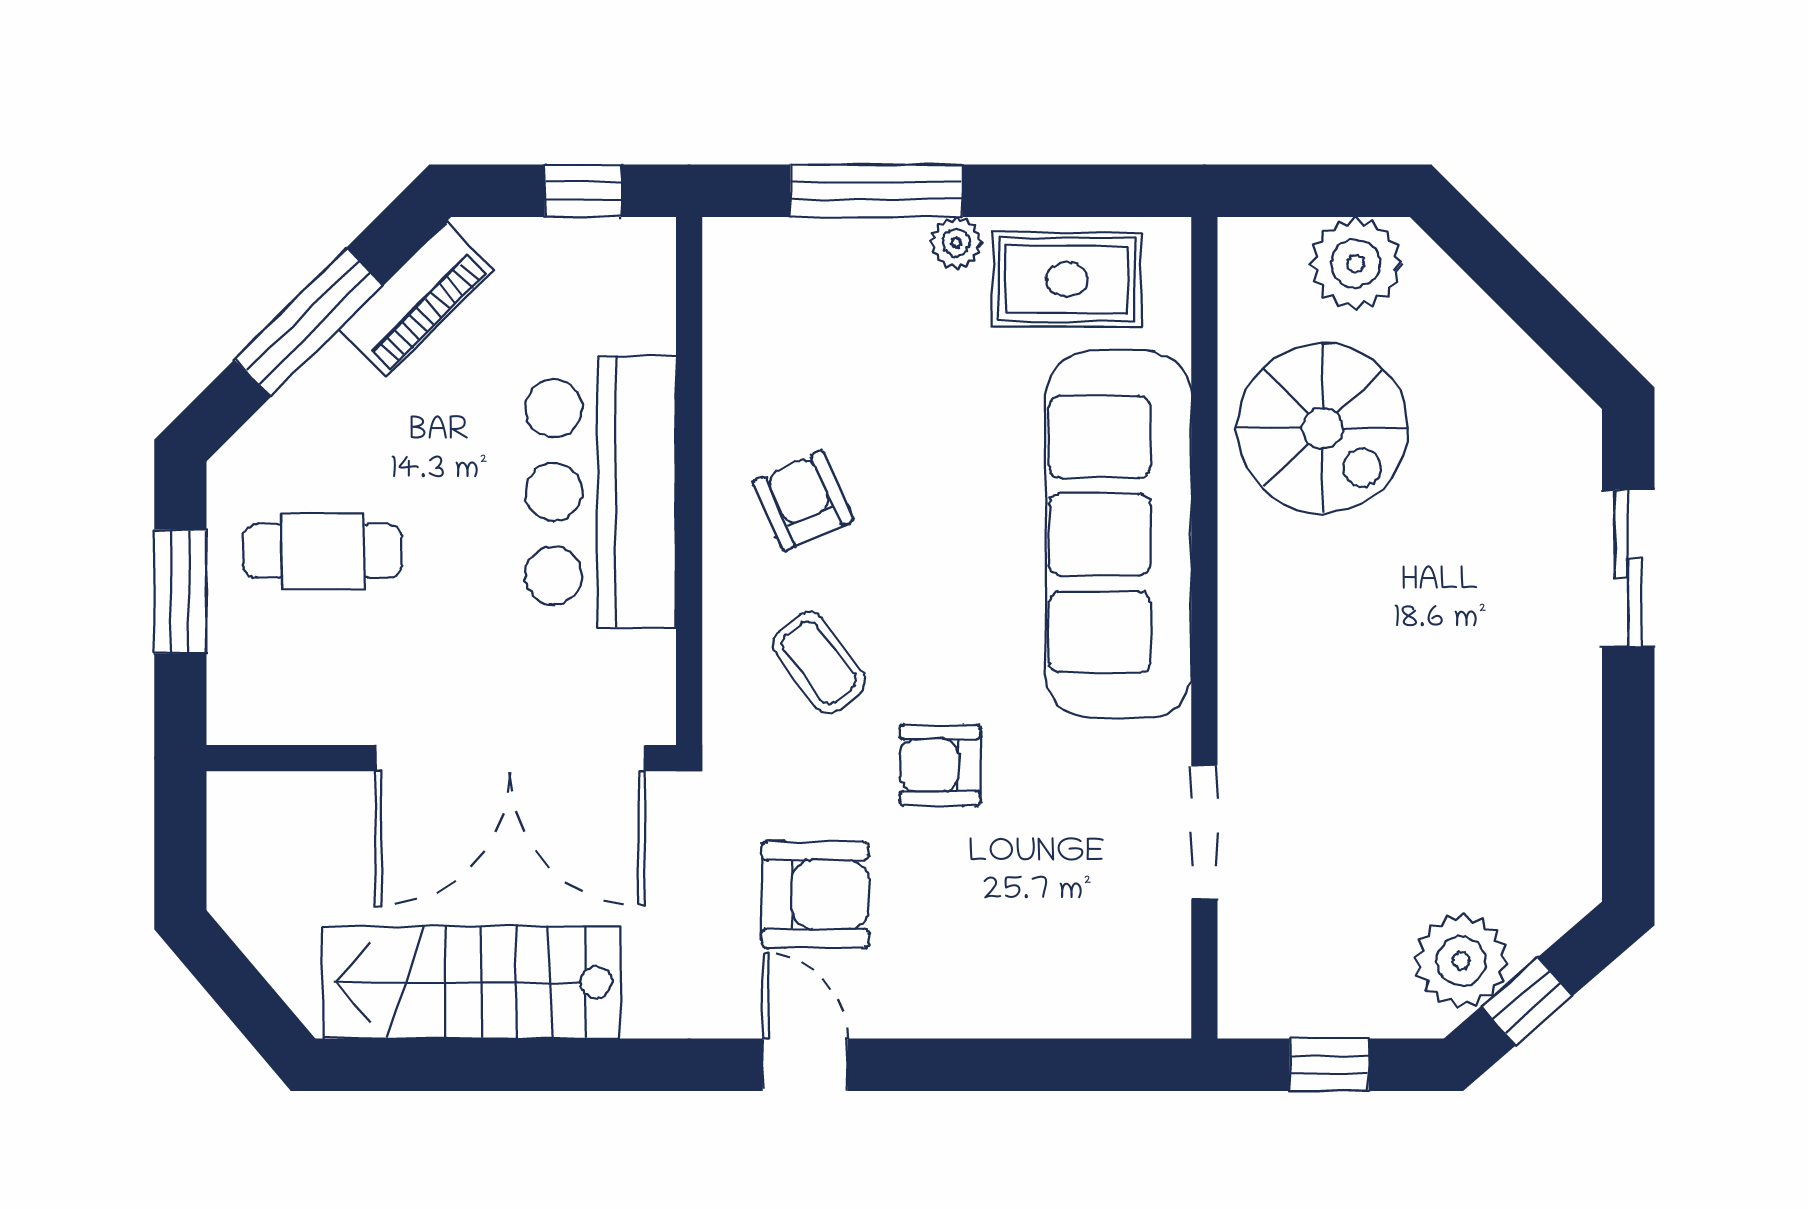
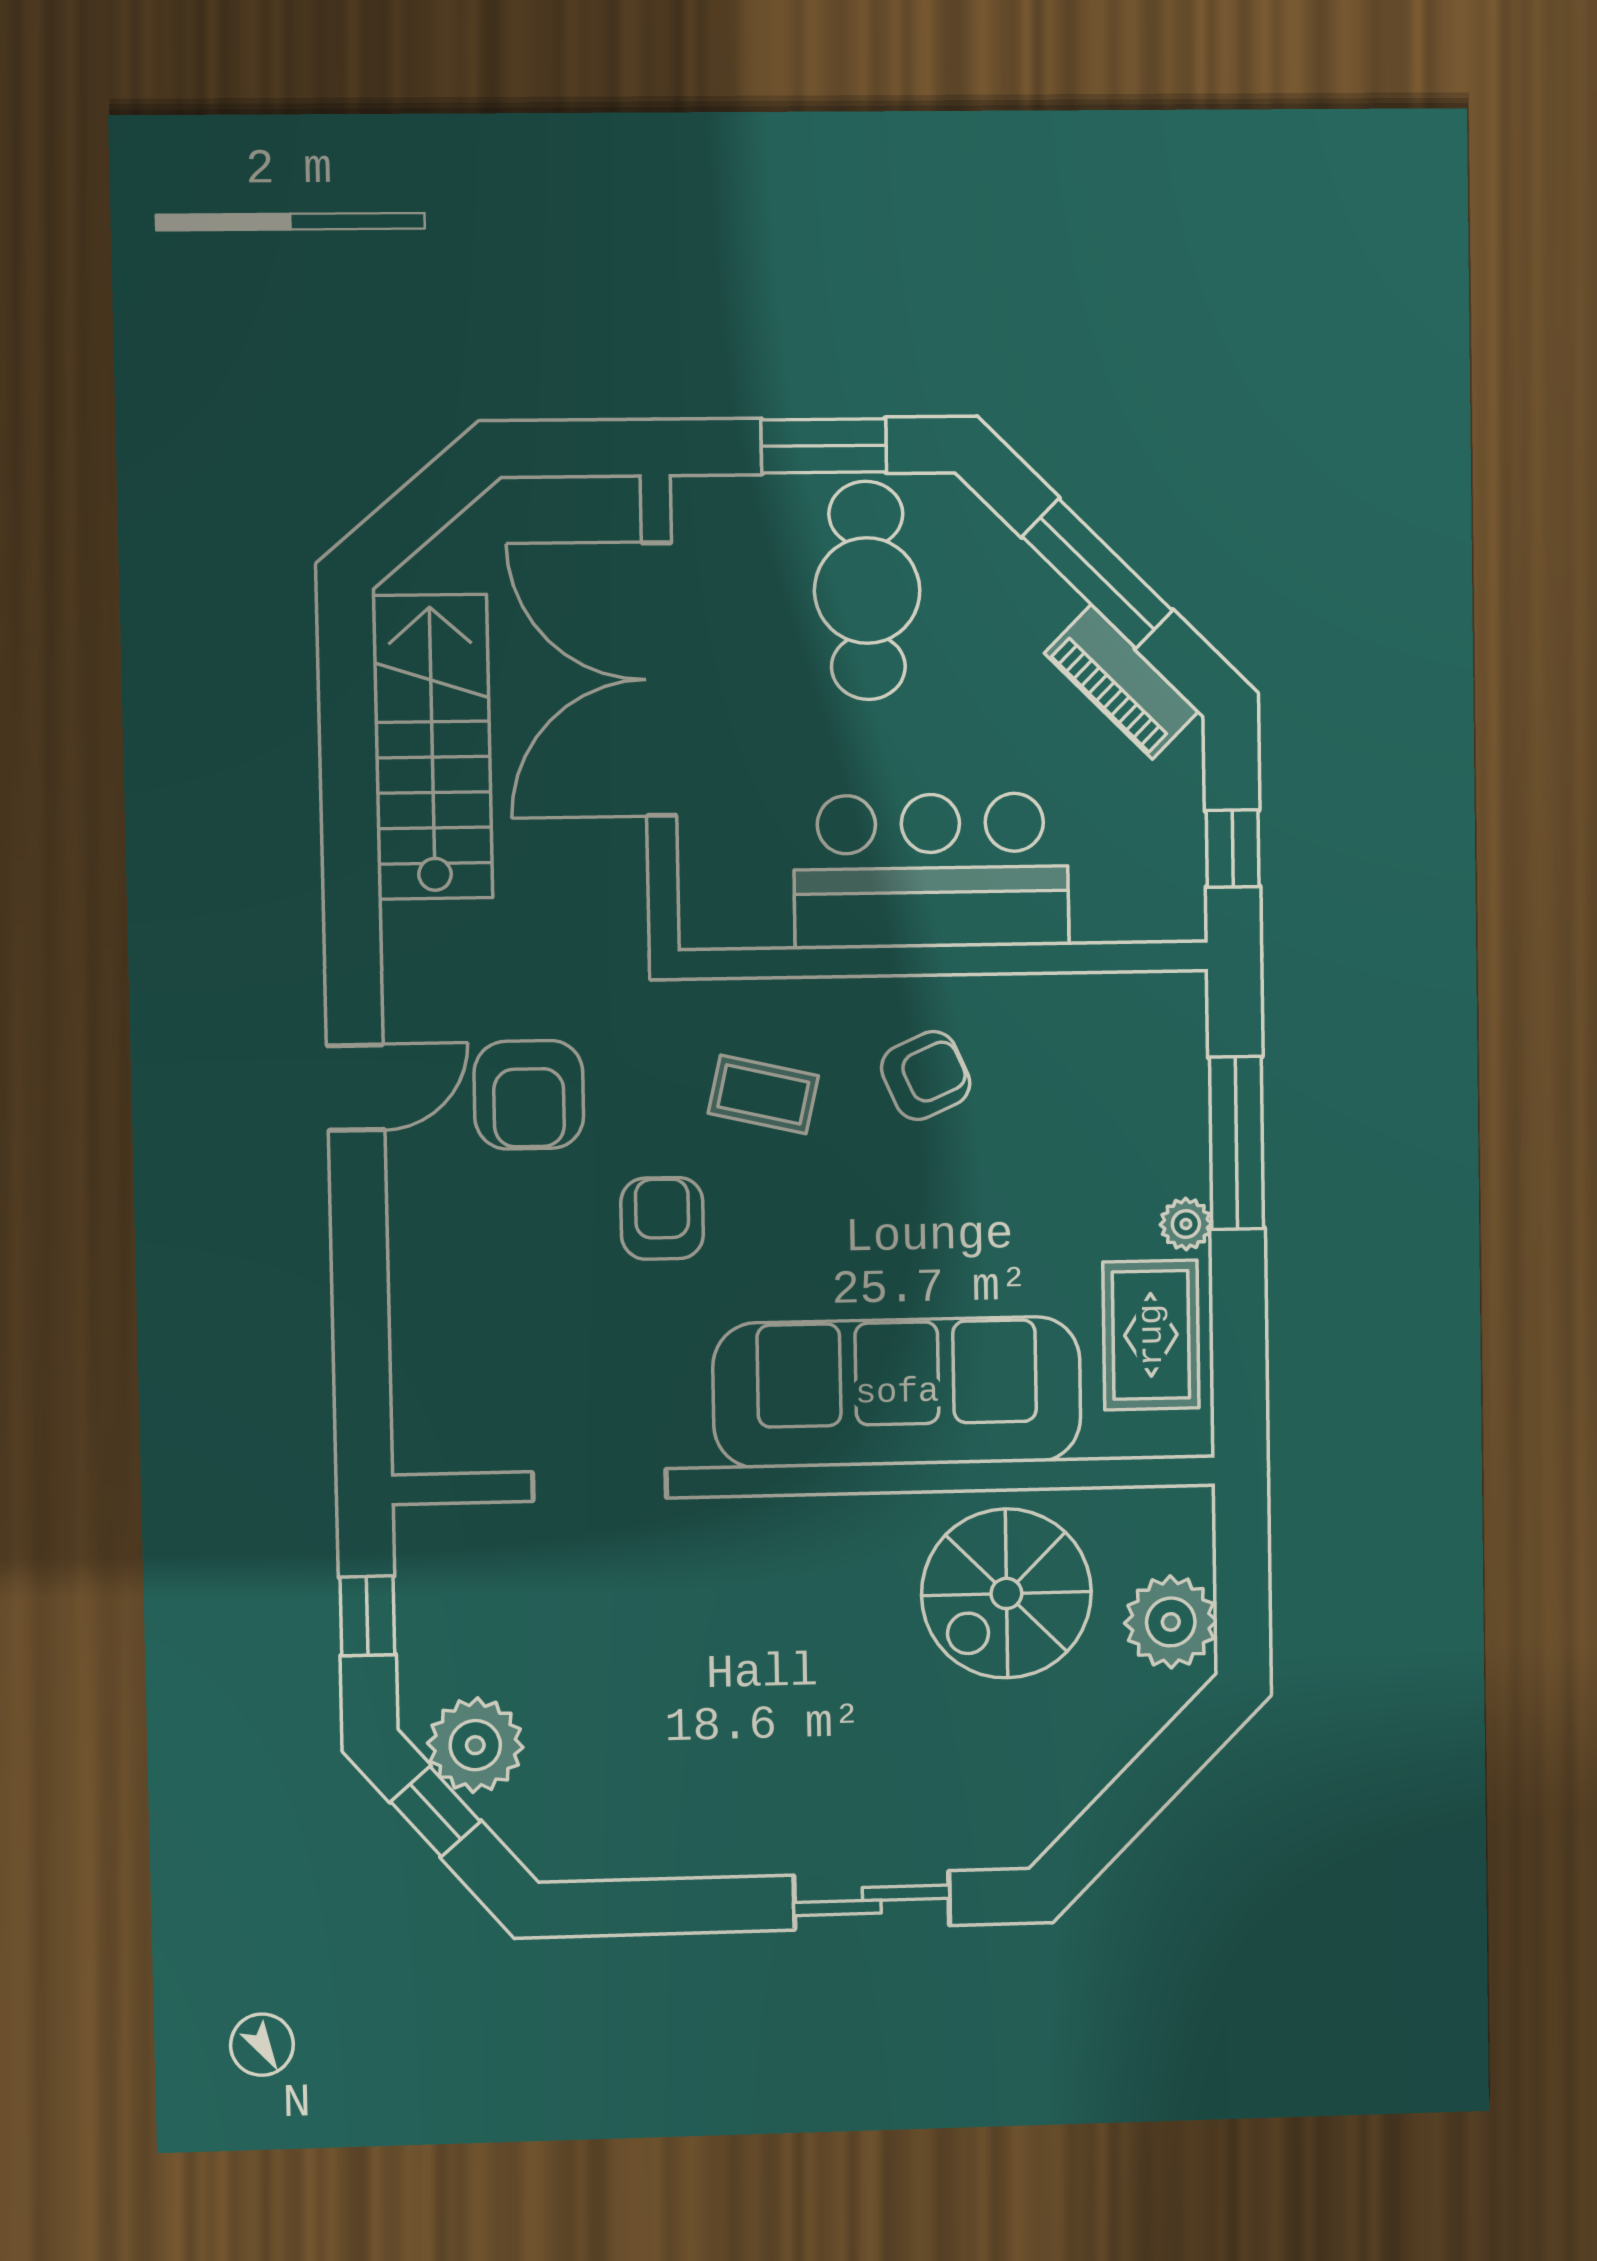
cafe table: (323, 551) -> (867, 590), width x1.37, depth x1.35
coffee table: (819, 663) -> (763, 1094), turned 50
double door: (510, 758) -> (659, 679), moved

